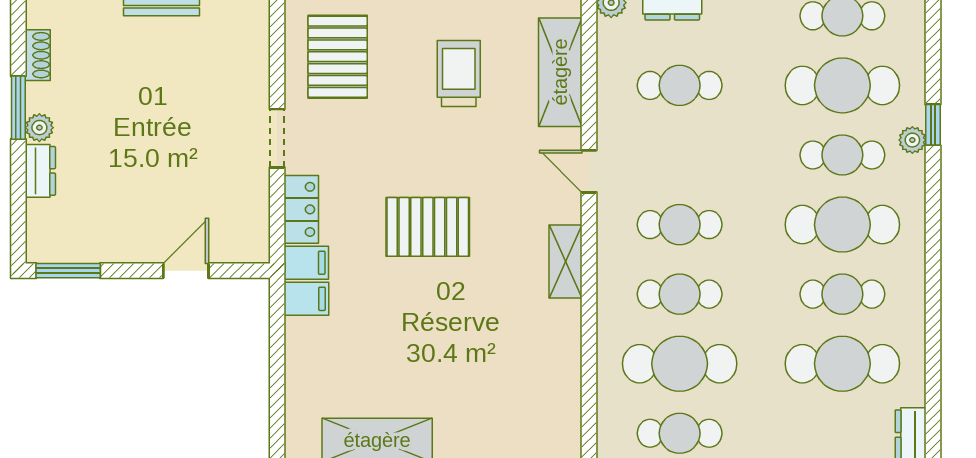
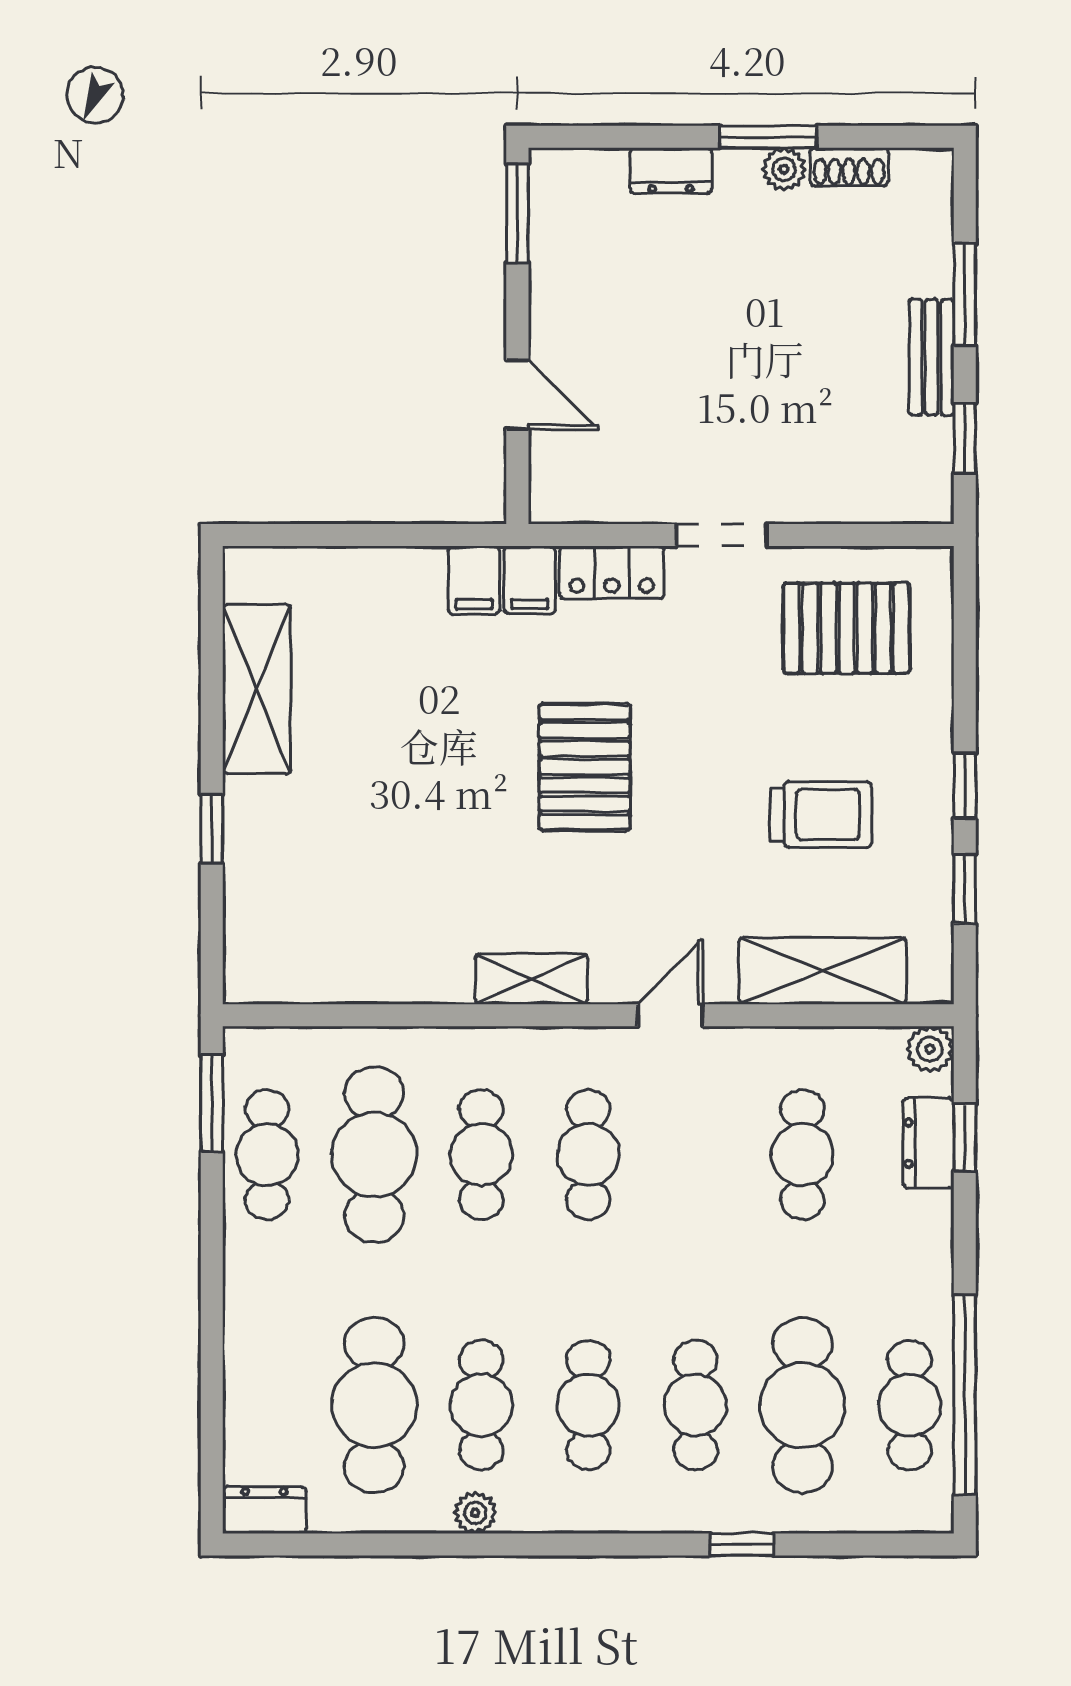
plant: (39, 128) -> (784, 169), moved
plant: (912, 140) -> (475, 1513), moved
cafe table: (842, 225) -> (588, 1405), width x0.73, depth x0.74

